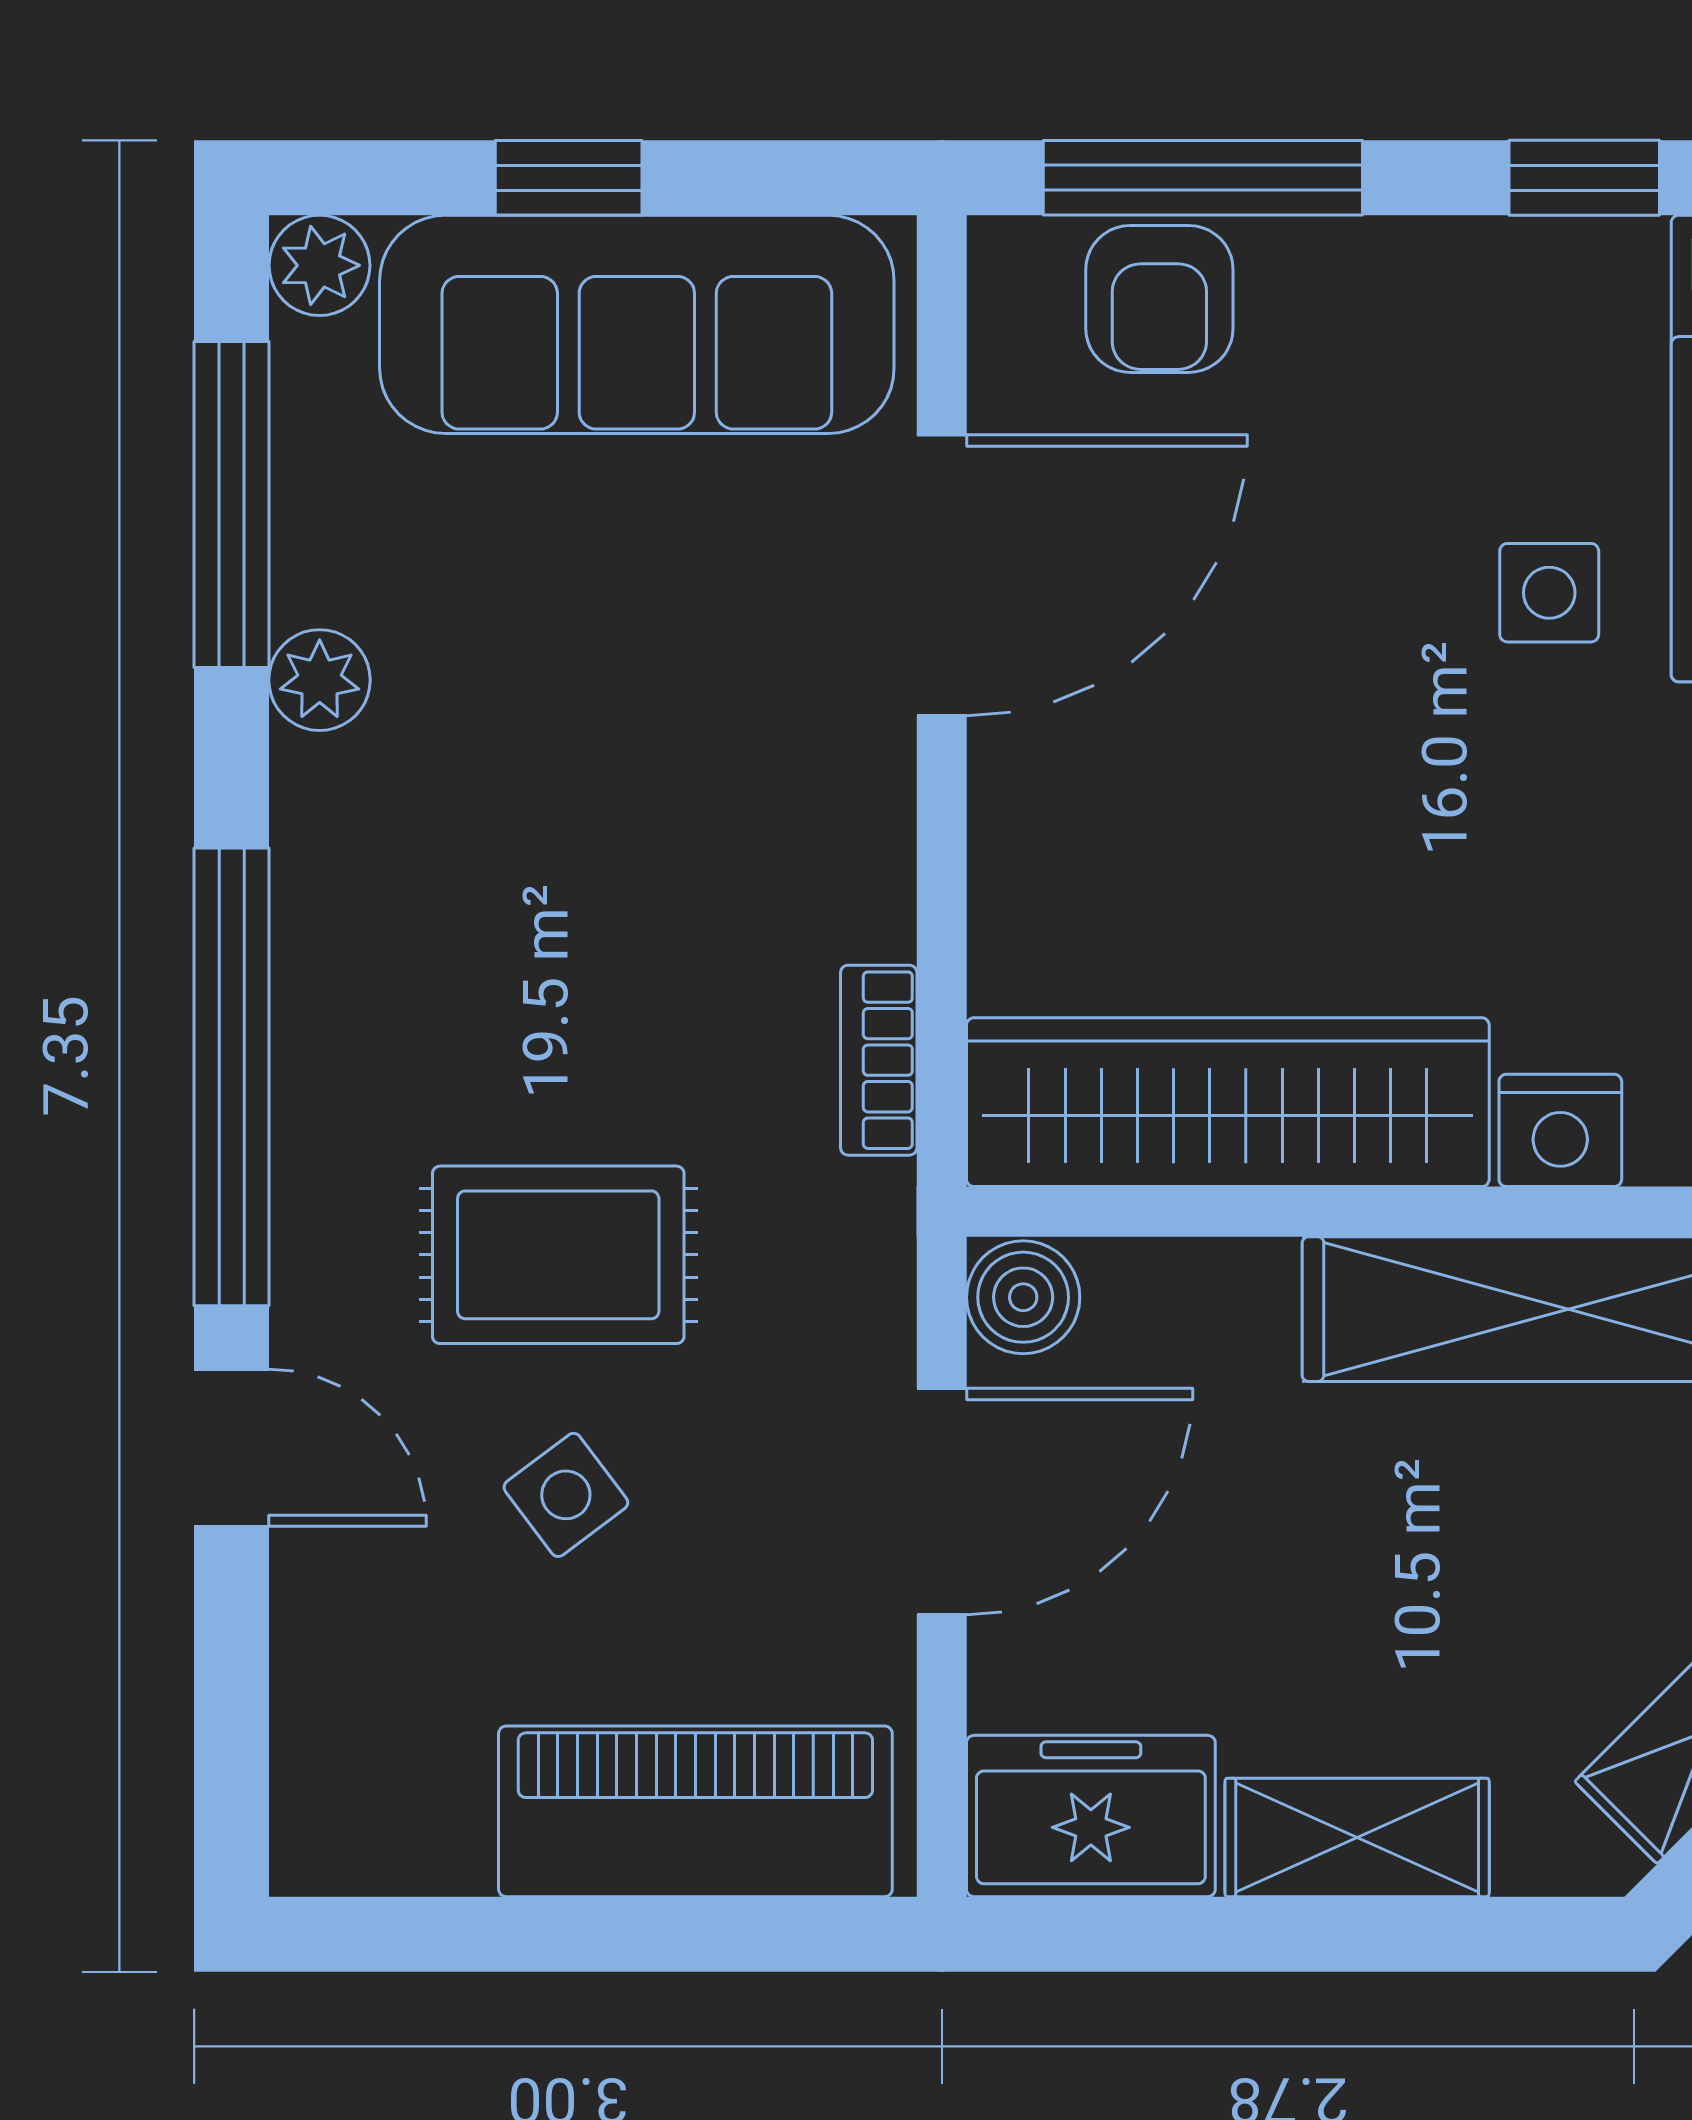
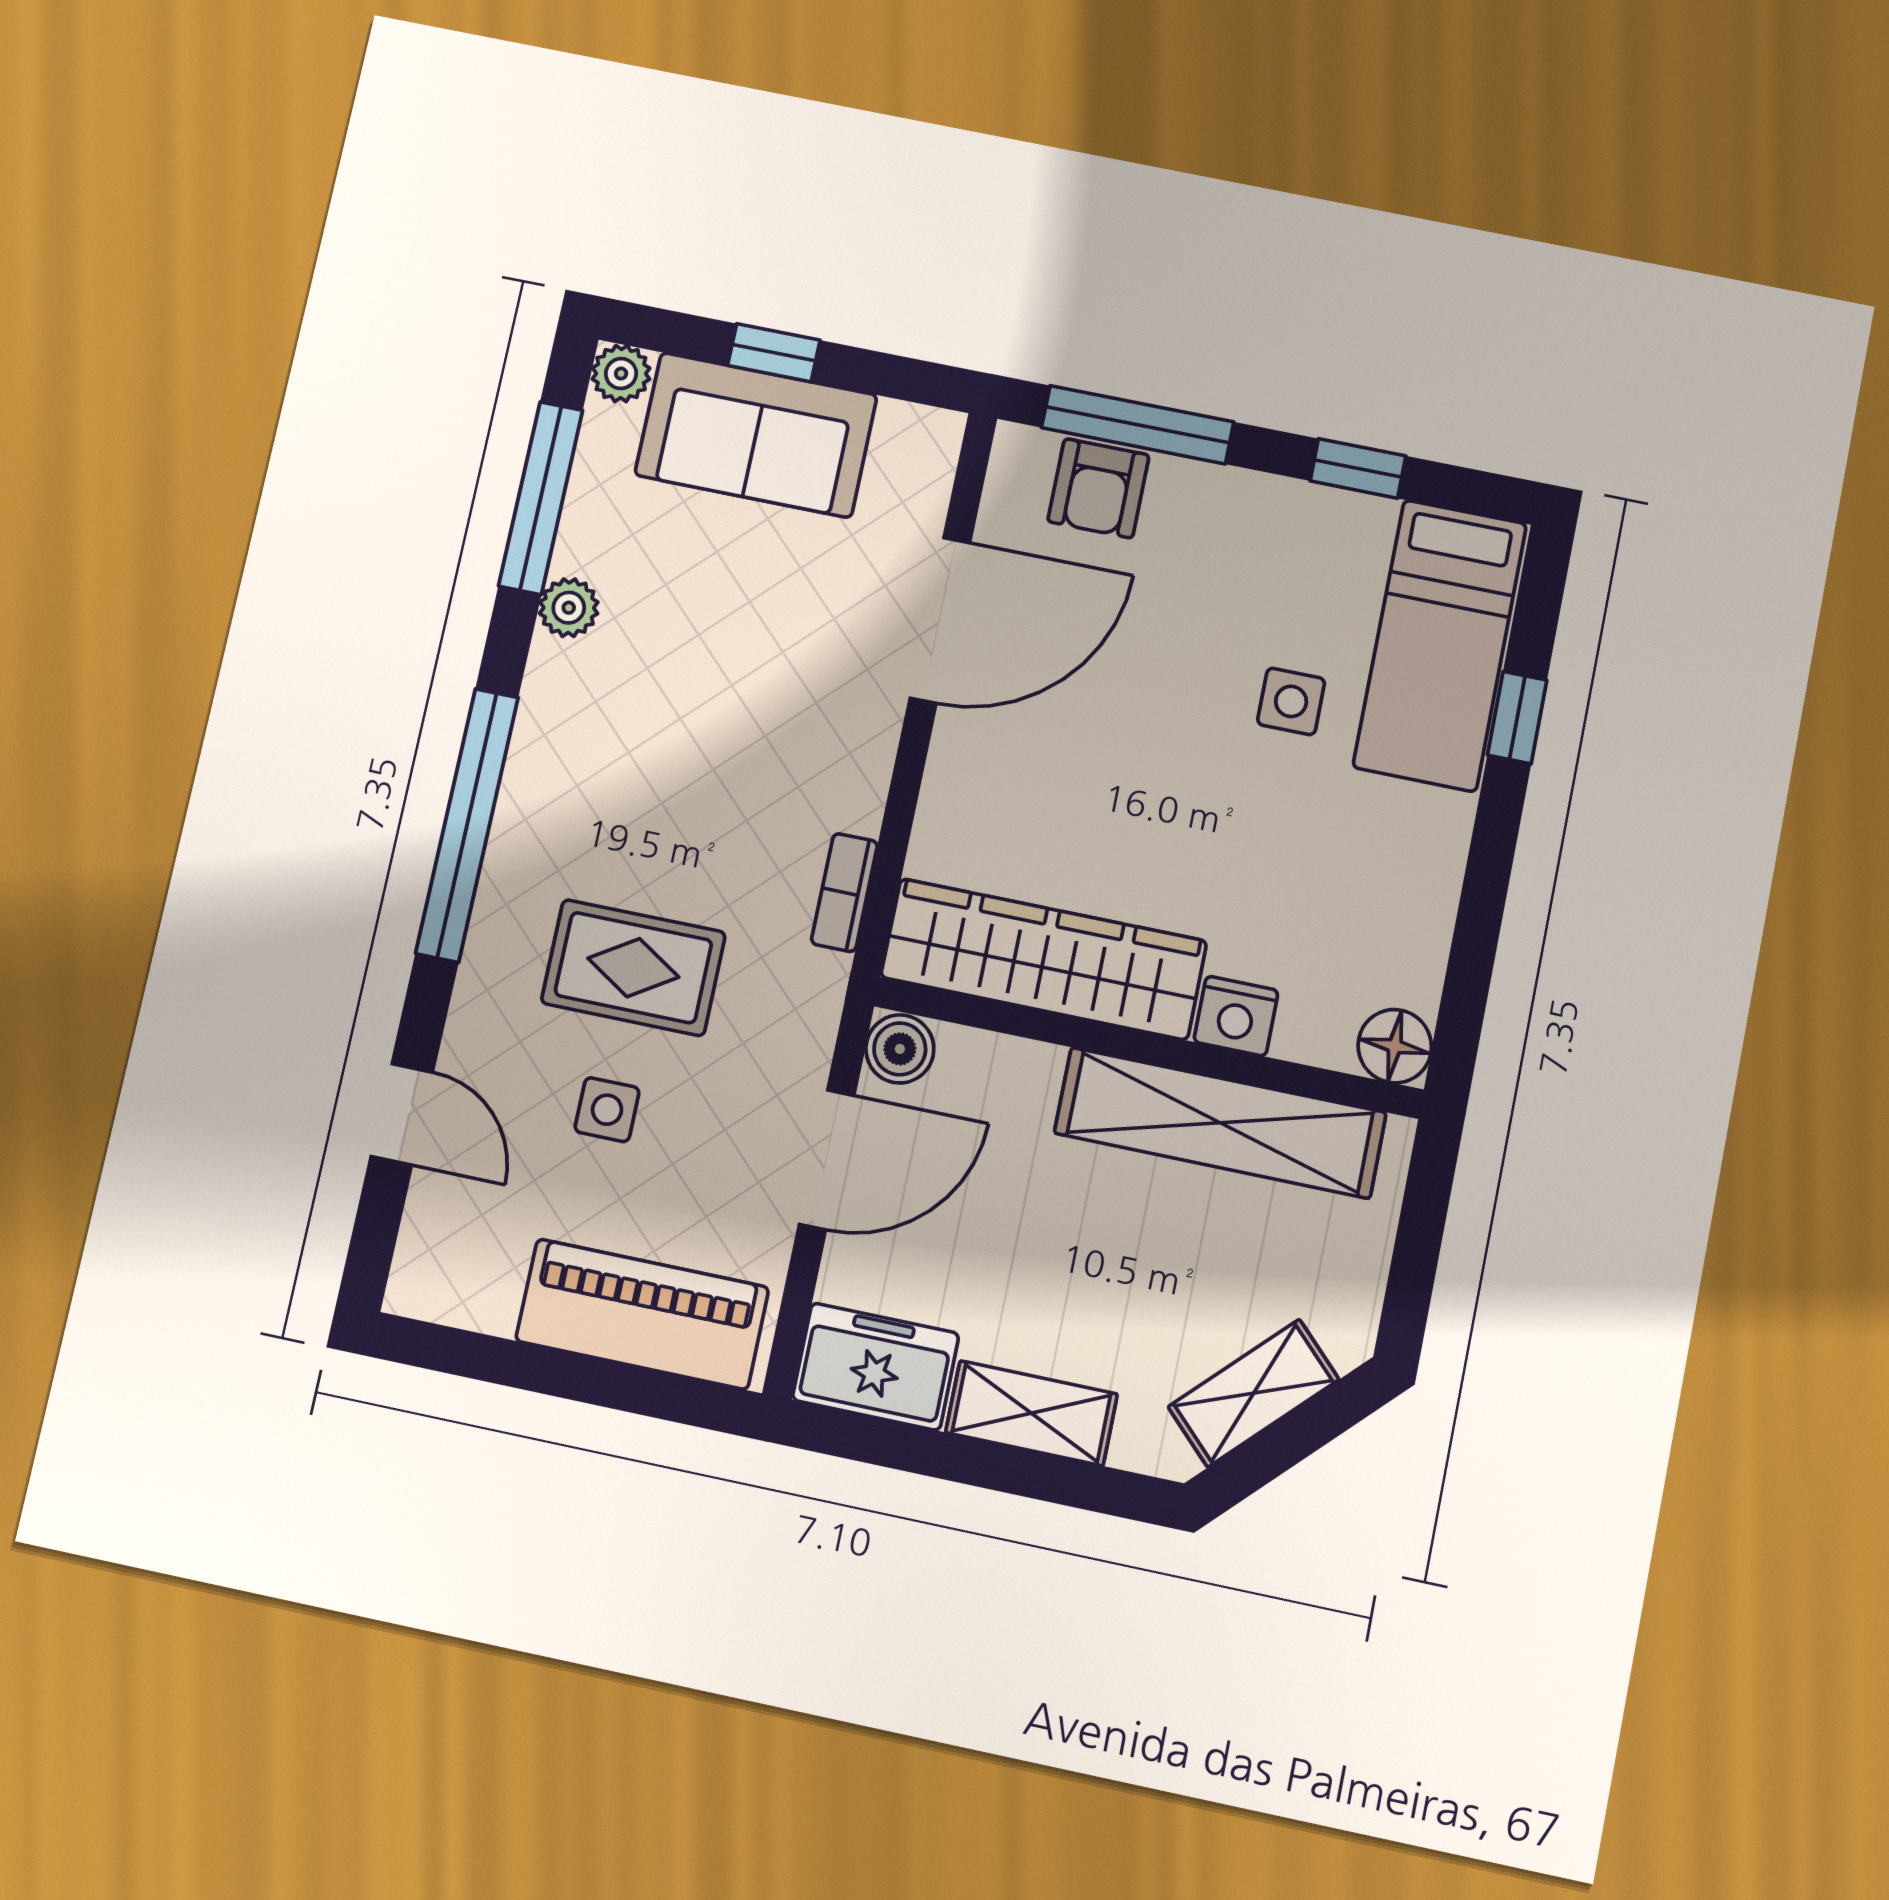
sofa: (637, 324) -> (756, 435), width x0.73
door: (232, 1448) -> (402, 1114), moved
side table: (566, 1495) -> (607, 1110), turned 37

